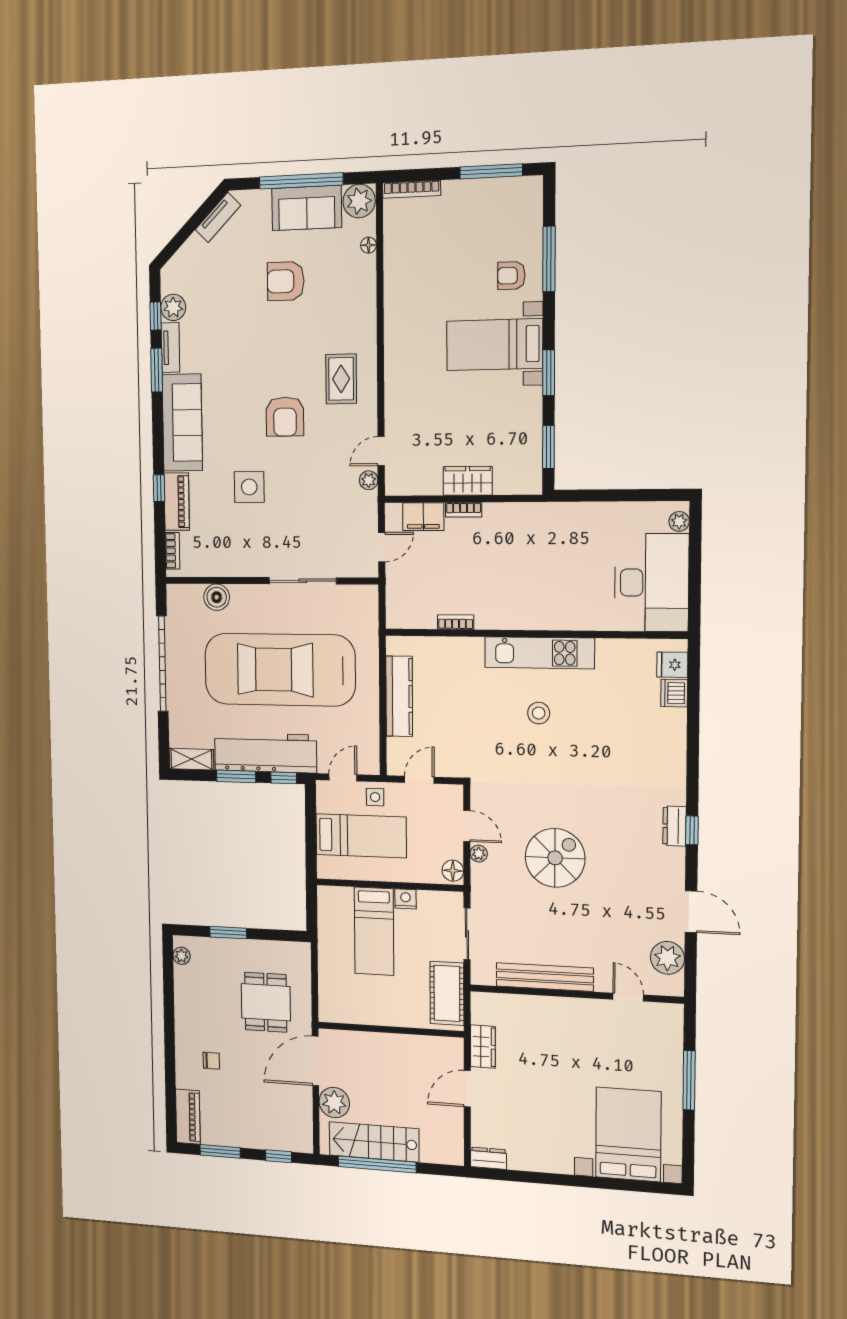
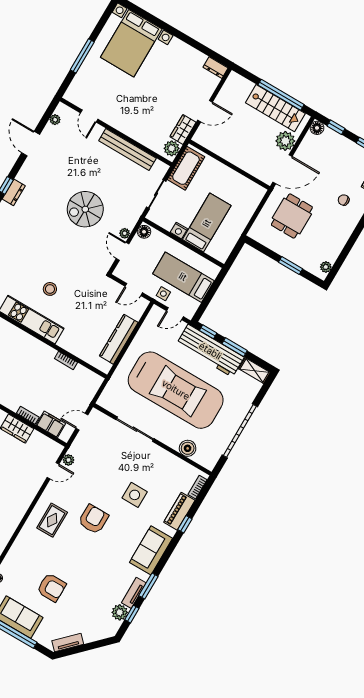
sofa: (182, 423) -> (151, 550), width x0.73
plant: (667, 958) -> (55, 120), width x0.53, depth x0.53
plant: (483, 1011) -> (172, 148), added
floor lamp: (303, 1142) -> (317, 128), added

